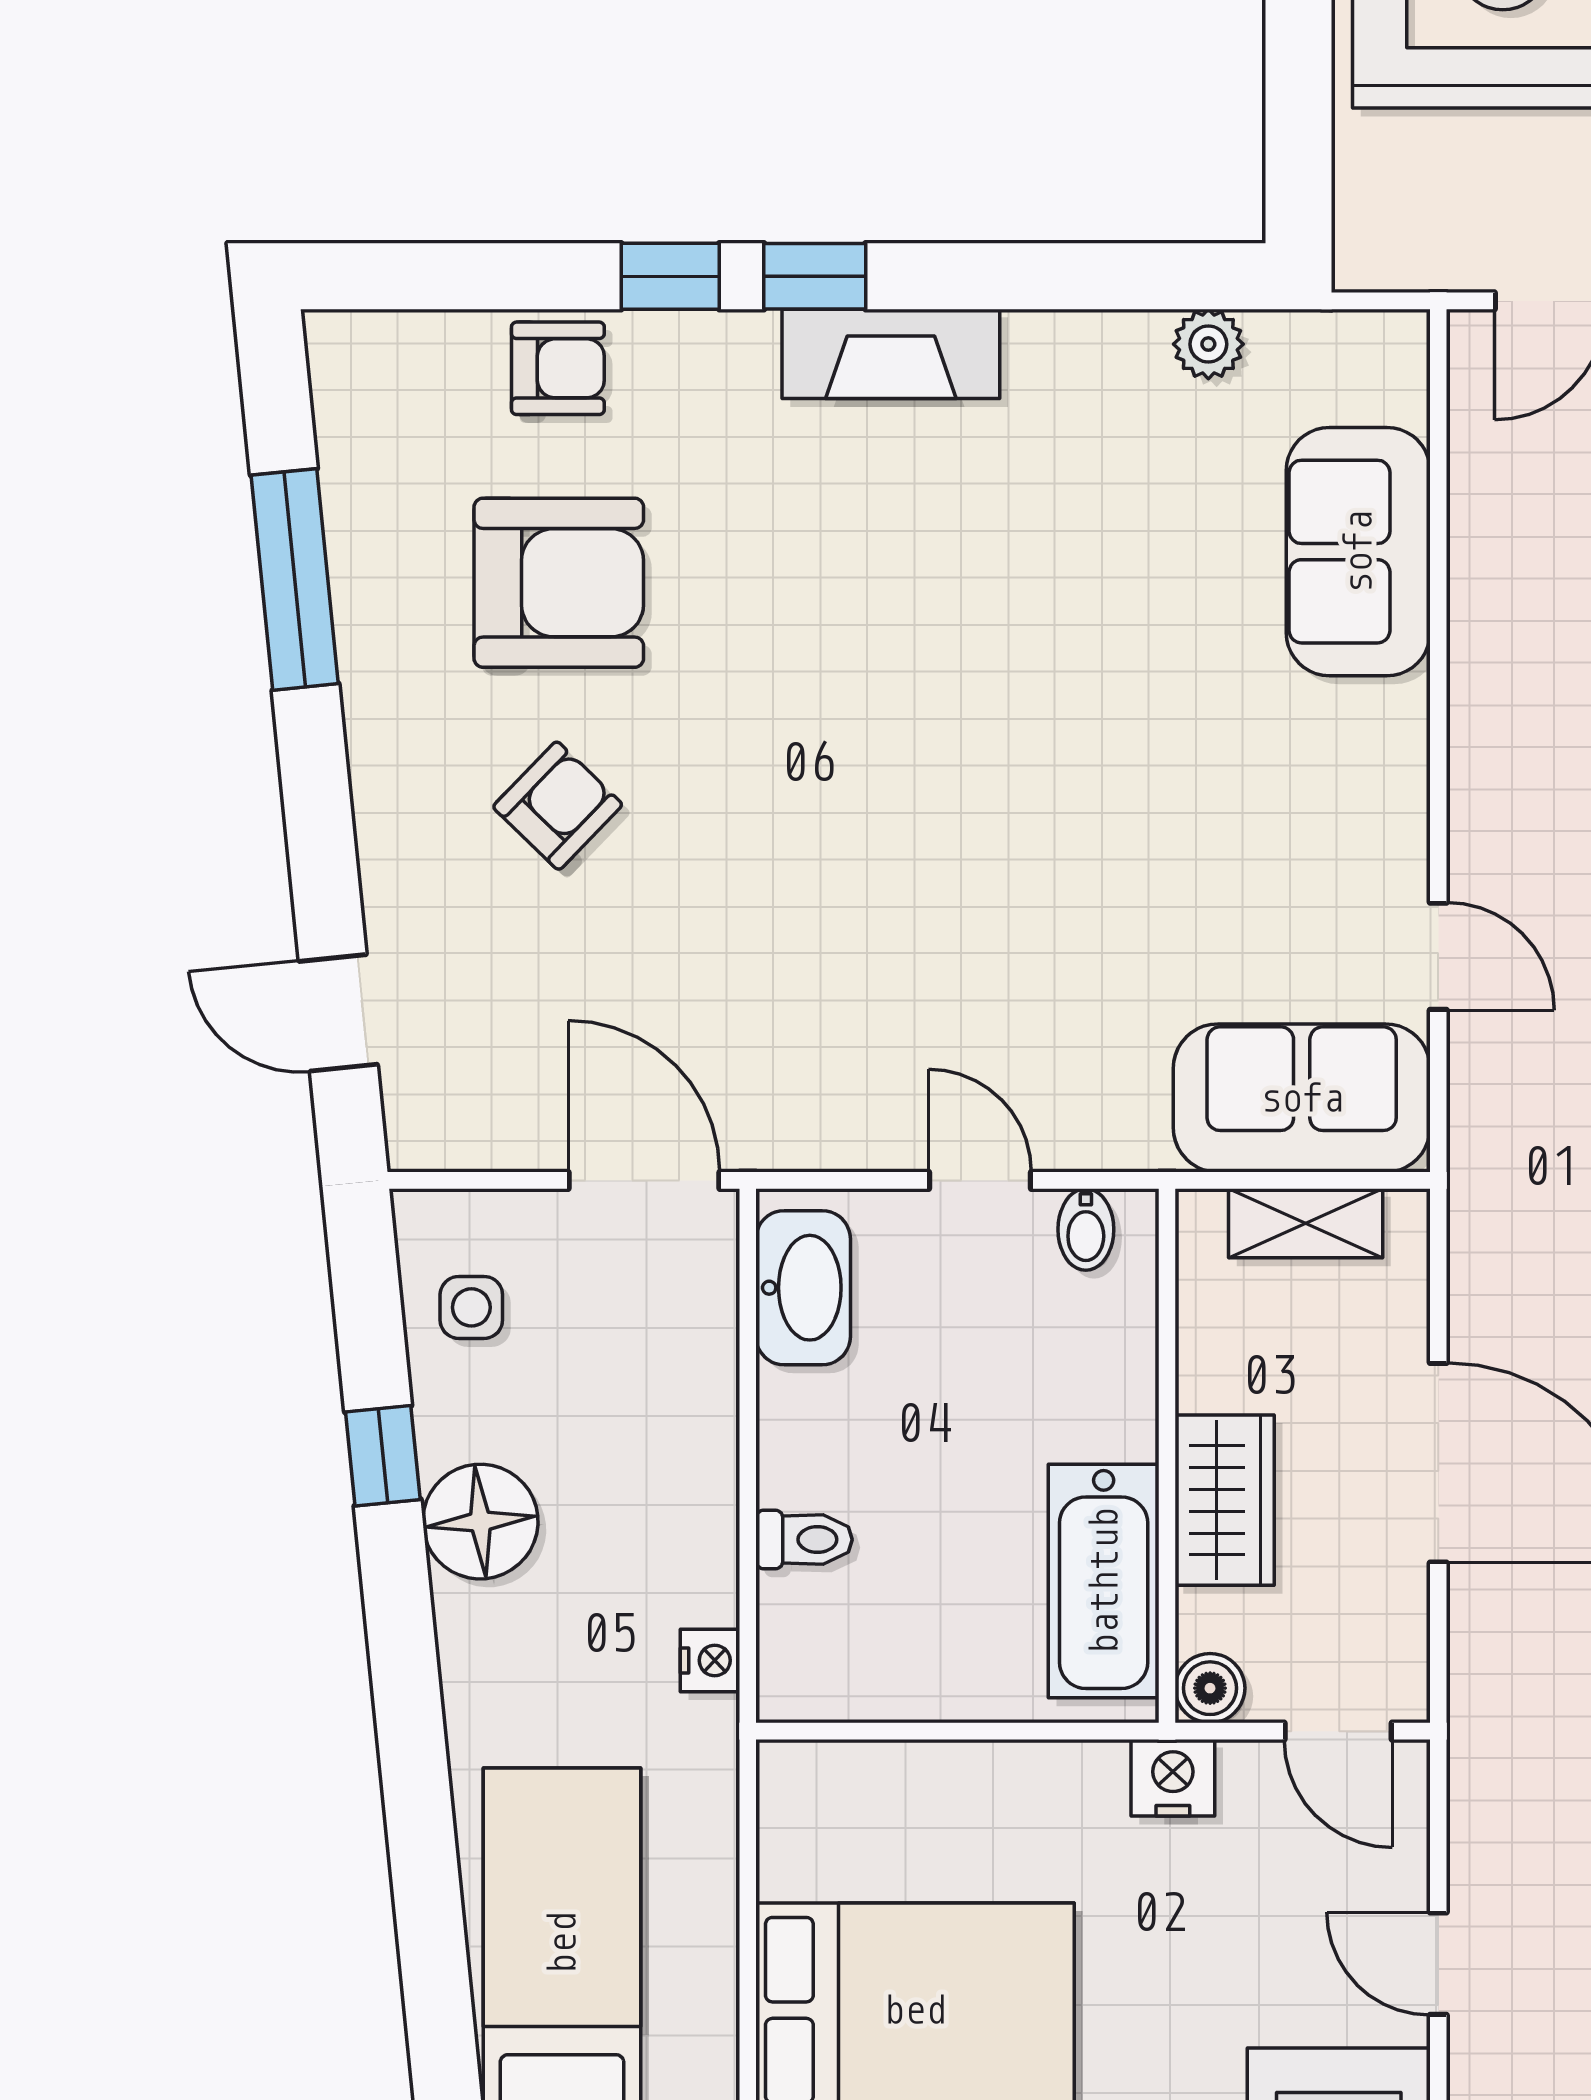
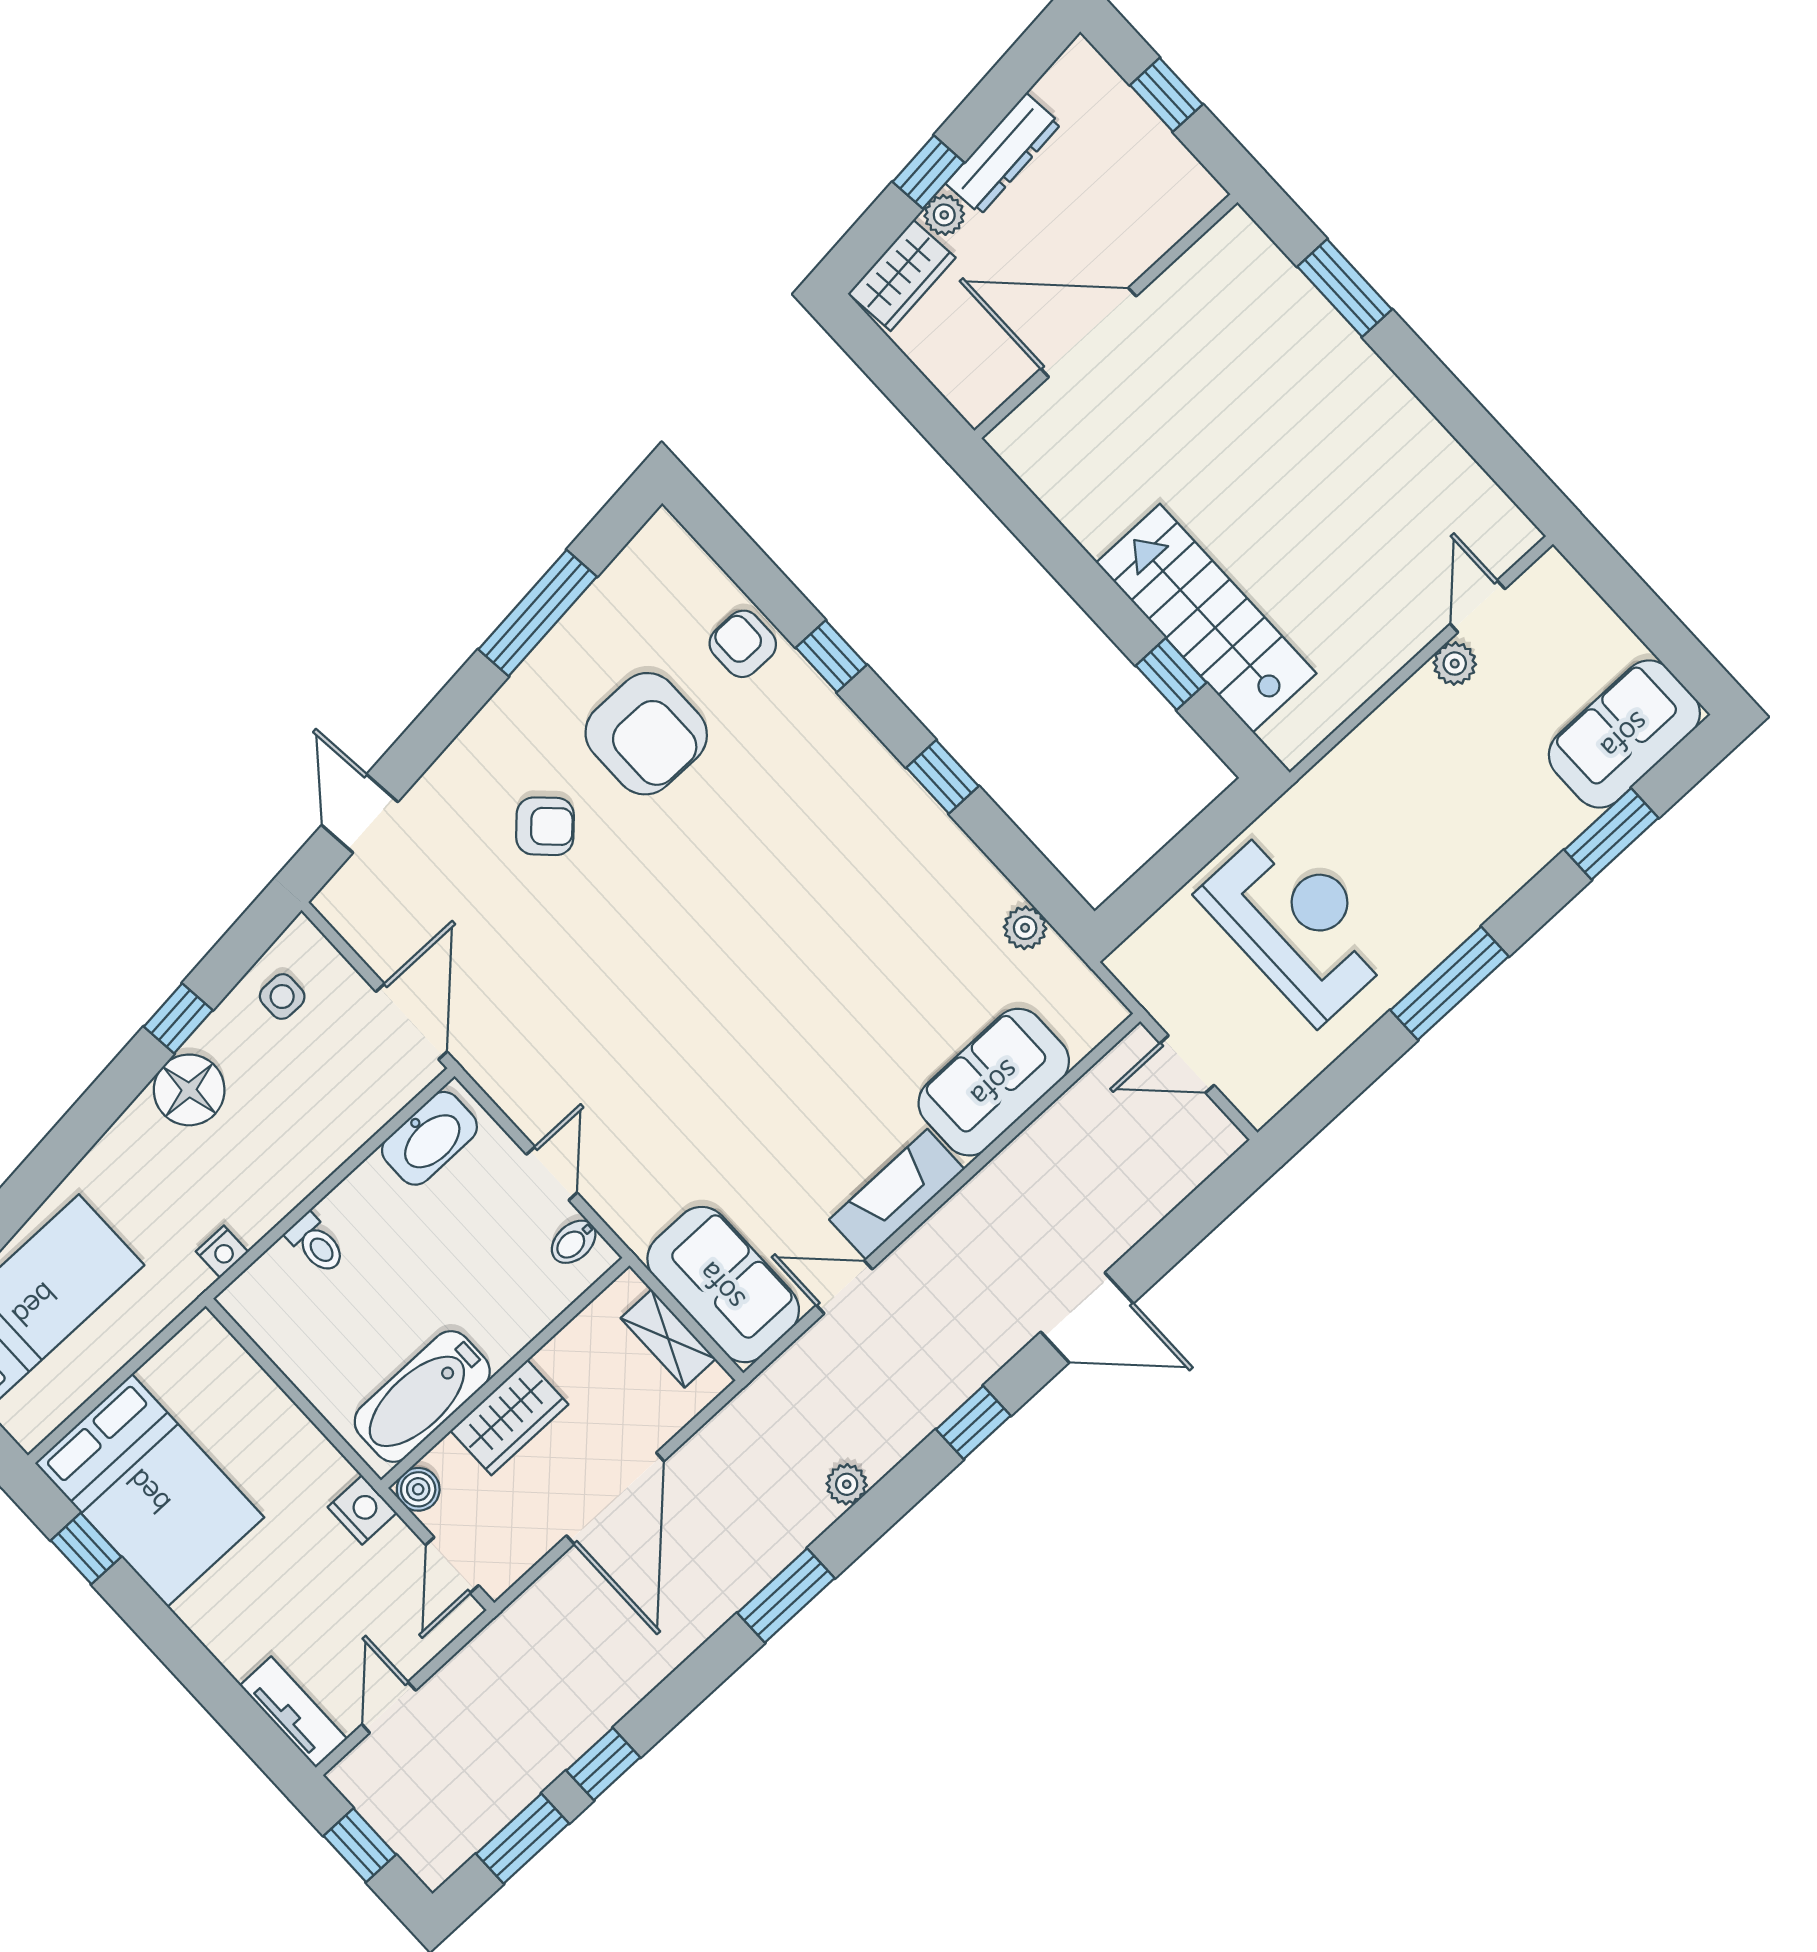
window: (815, 276) -> (943, 777), moved
fireplace: (891, 354) -> (897, 1194), moved, turned 90
armchair: (558, 368) -> (743, 644), turned 180
door: (1438, 956) -> (844, 1287), swing flipped

